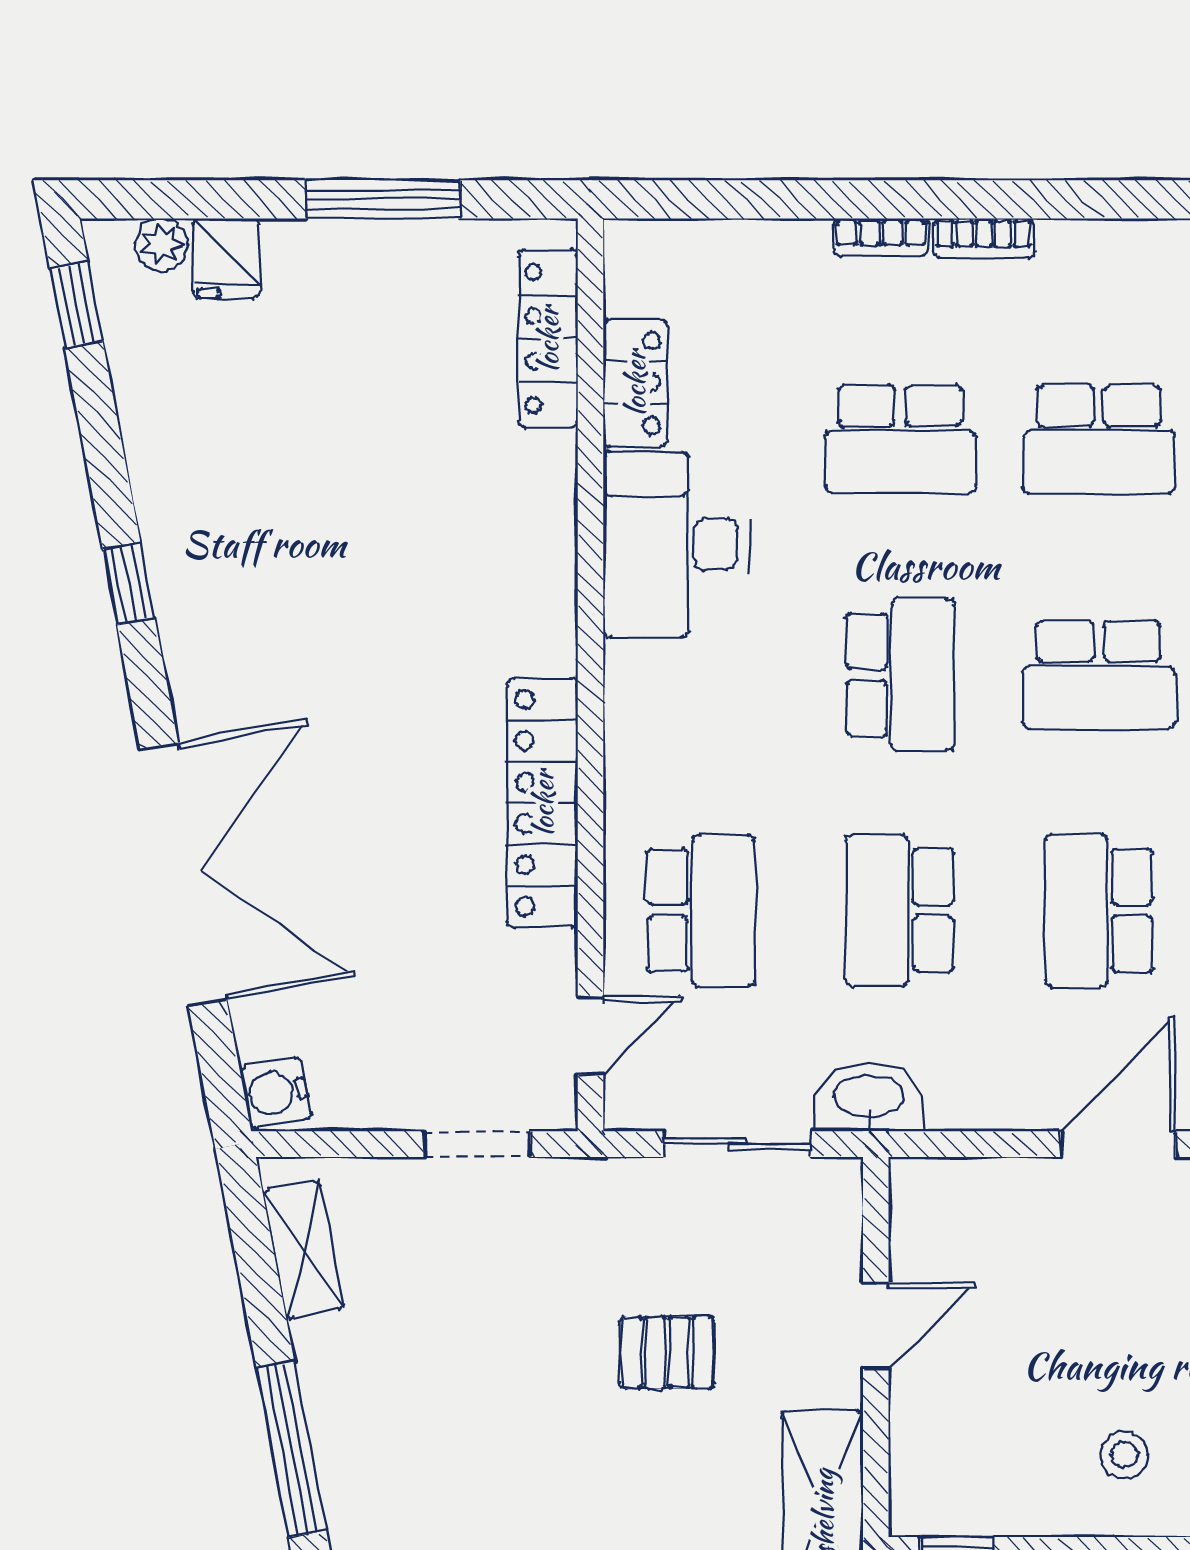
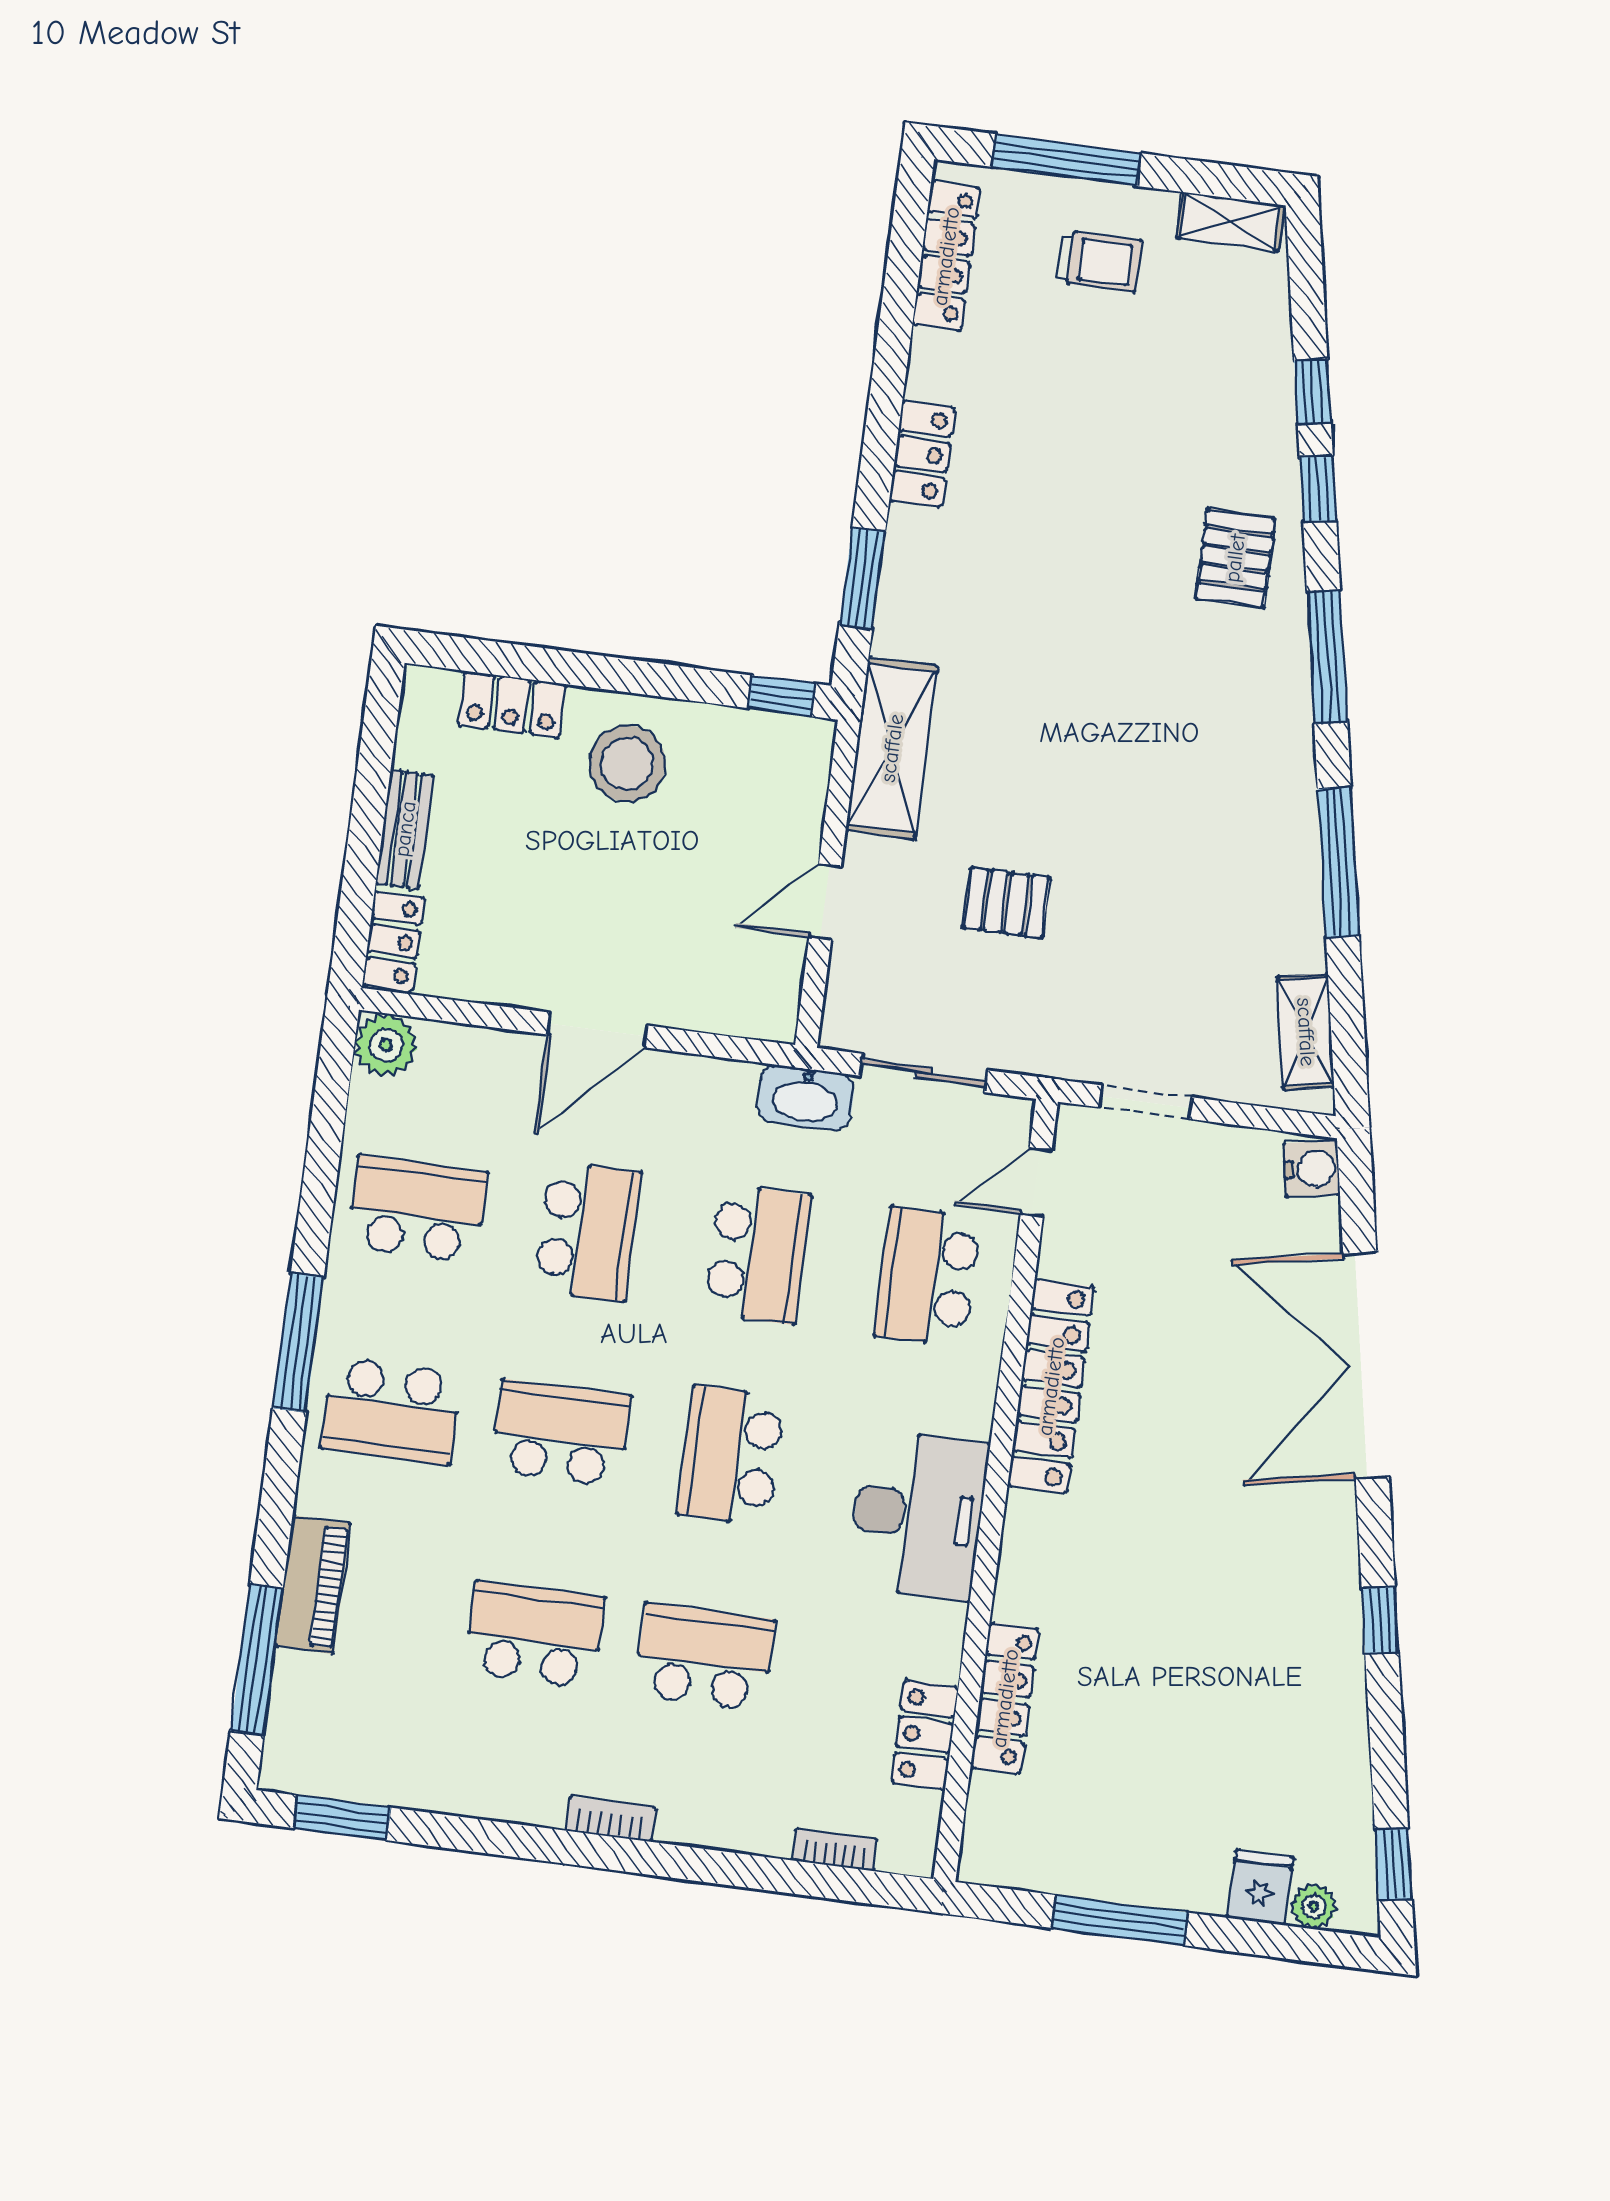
bookcase: (881, 237) -> (835, 1850), moved
locker: (548, 339) -> (1005, 1698), moved
desk: (676, 544) -> (918, 1515), moved
stool: (1124, 1455) -> (627, 764), width x1.89, depth x1.89

